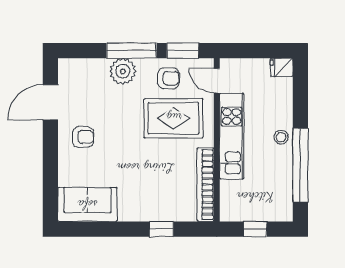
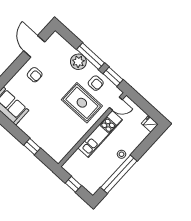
door: (217, 81) -> (116, 104), swing flipped
door: (50, 102) -> (34, 46), hinge flipped
bookcase: (206, 185) -> (69, 145), removed

